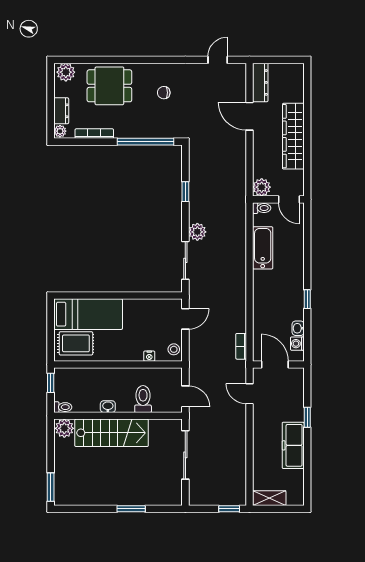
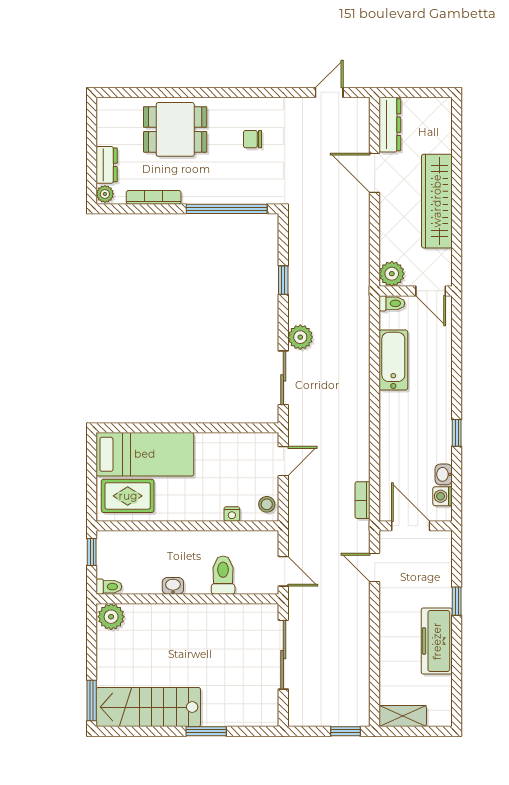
plant: (66, 72) -> (113, 110), removed
stairs: (112, 433) -> (148, 707), moved, turned 180

